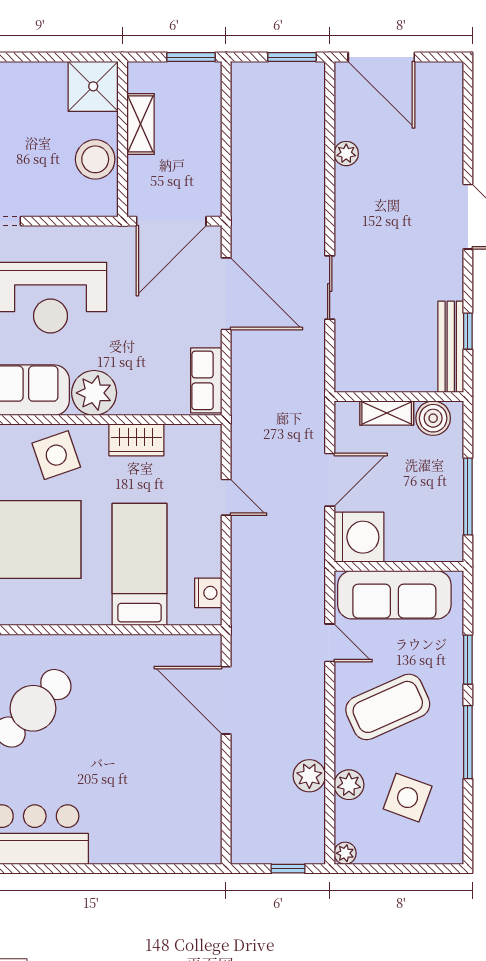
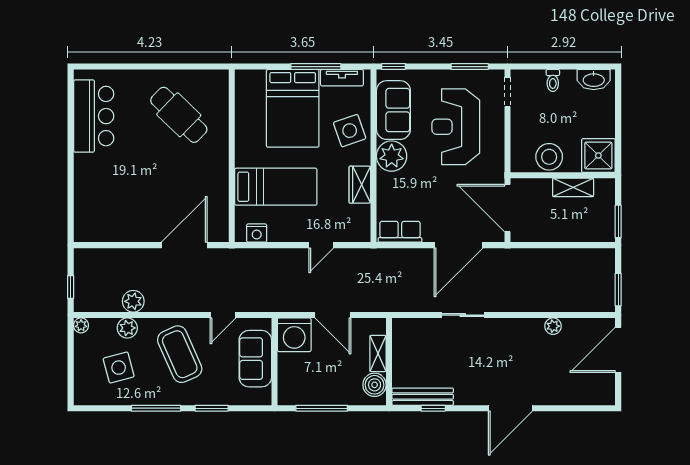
sofa: (394, 595) -> (255, 359), width x0.73
side table: (408, 798) -> (119, 368), turned -35

